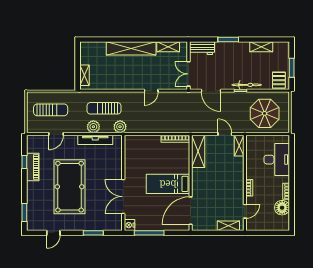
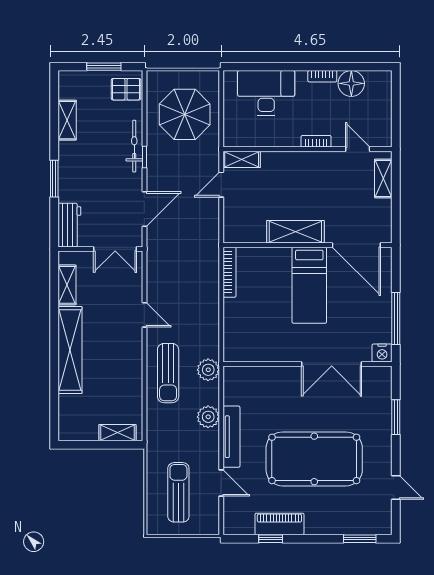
sun lounger: (104, 108) -> (168, 373), moved
tv unit: (95, 140) -> (231, 437), moved
shelving: (198, 151) -> (295, 232), moved

